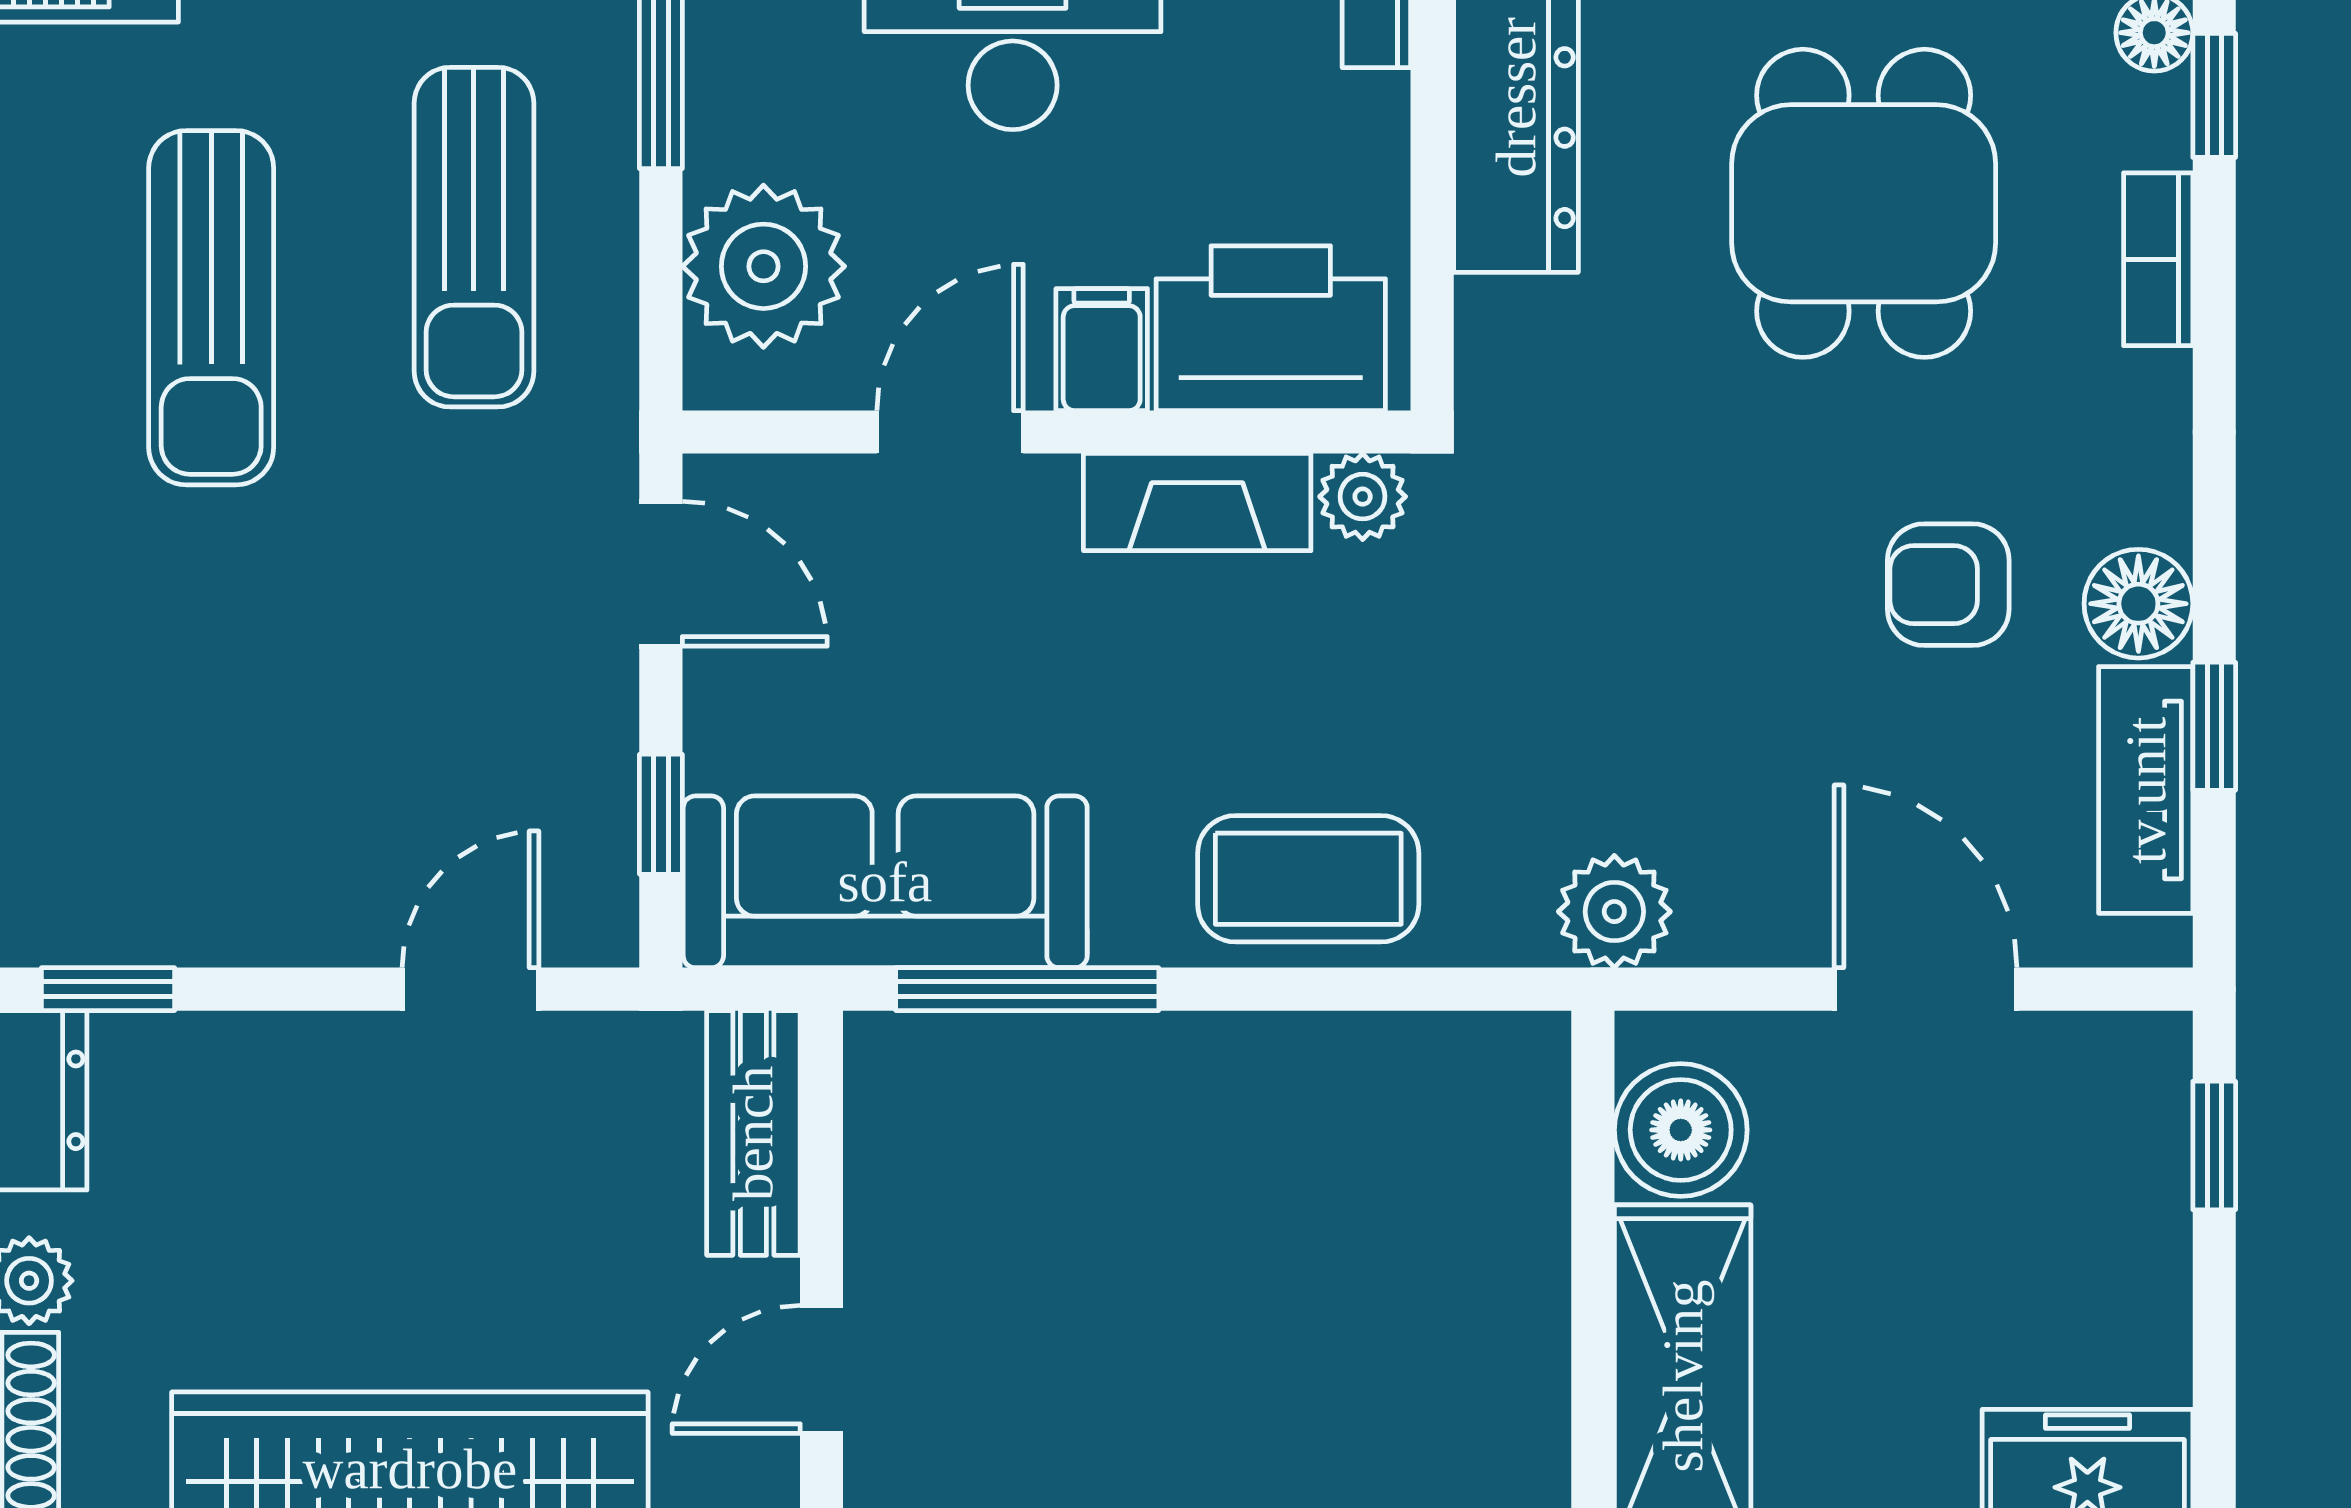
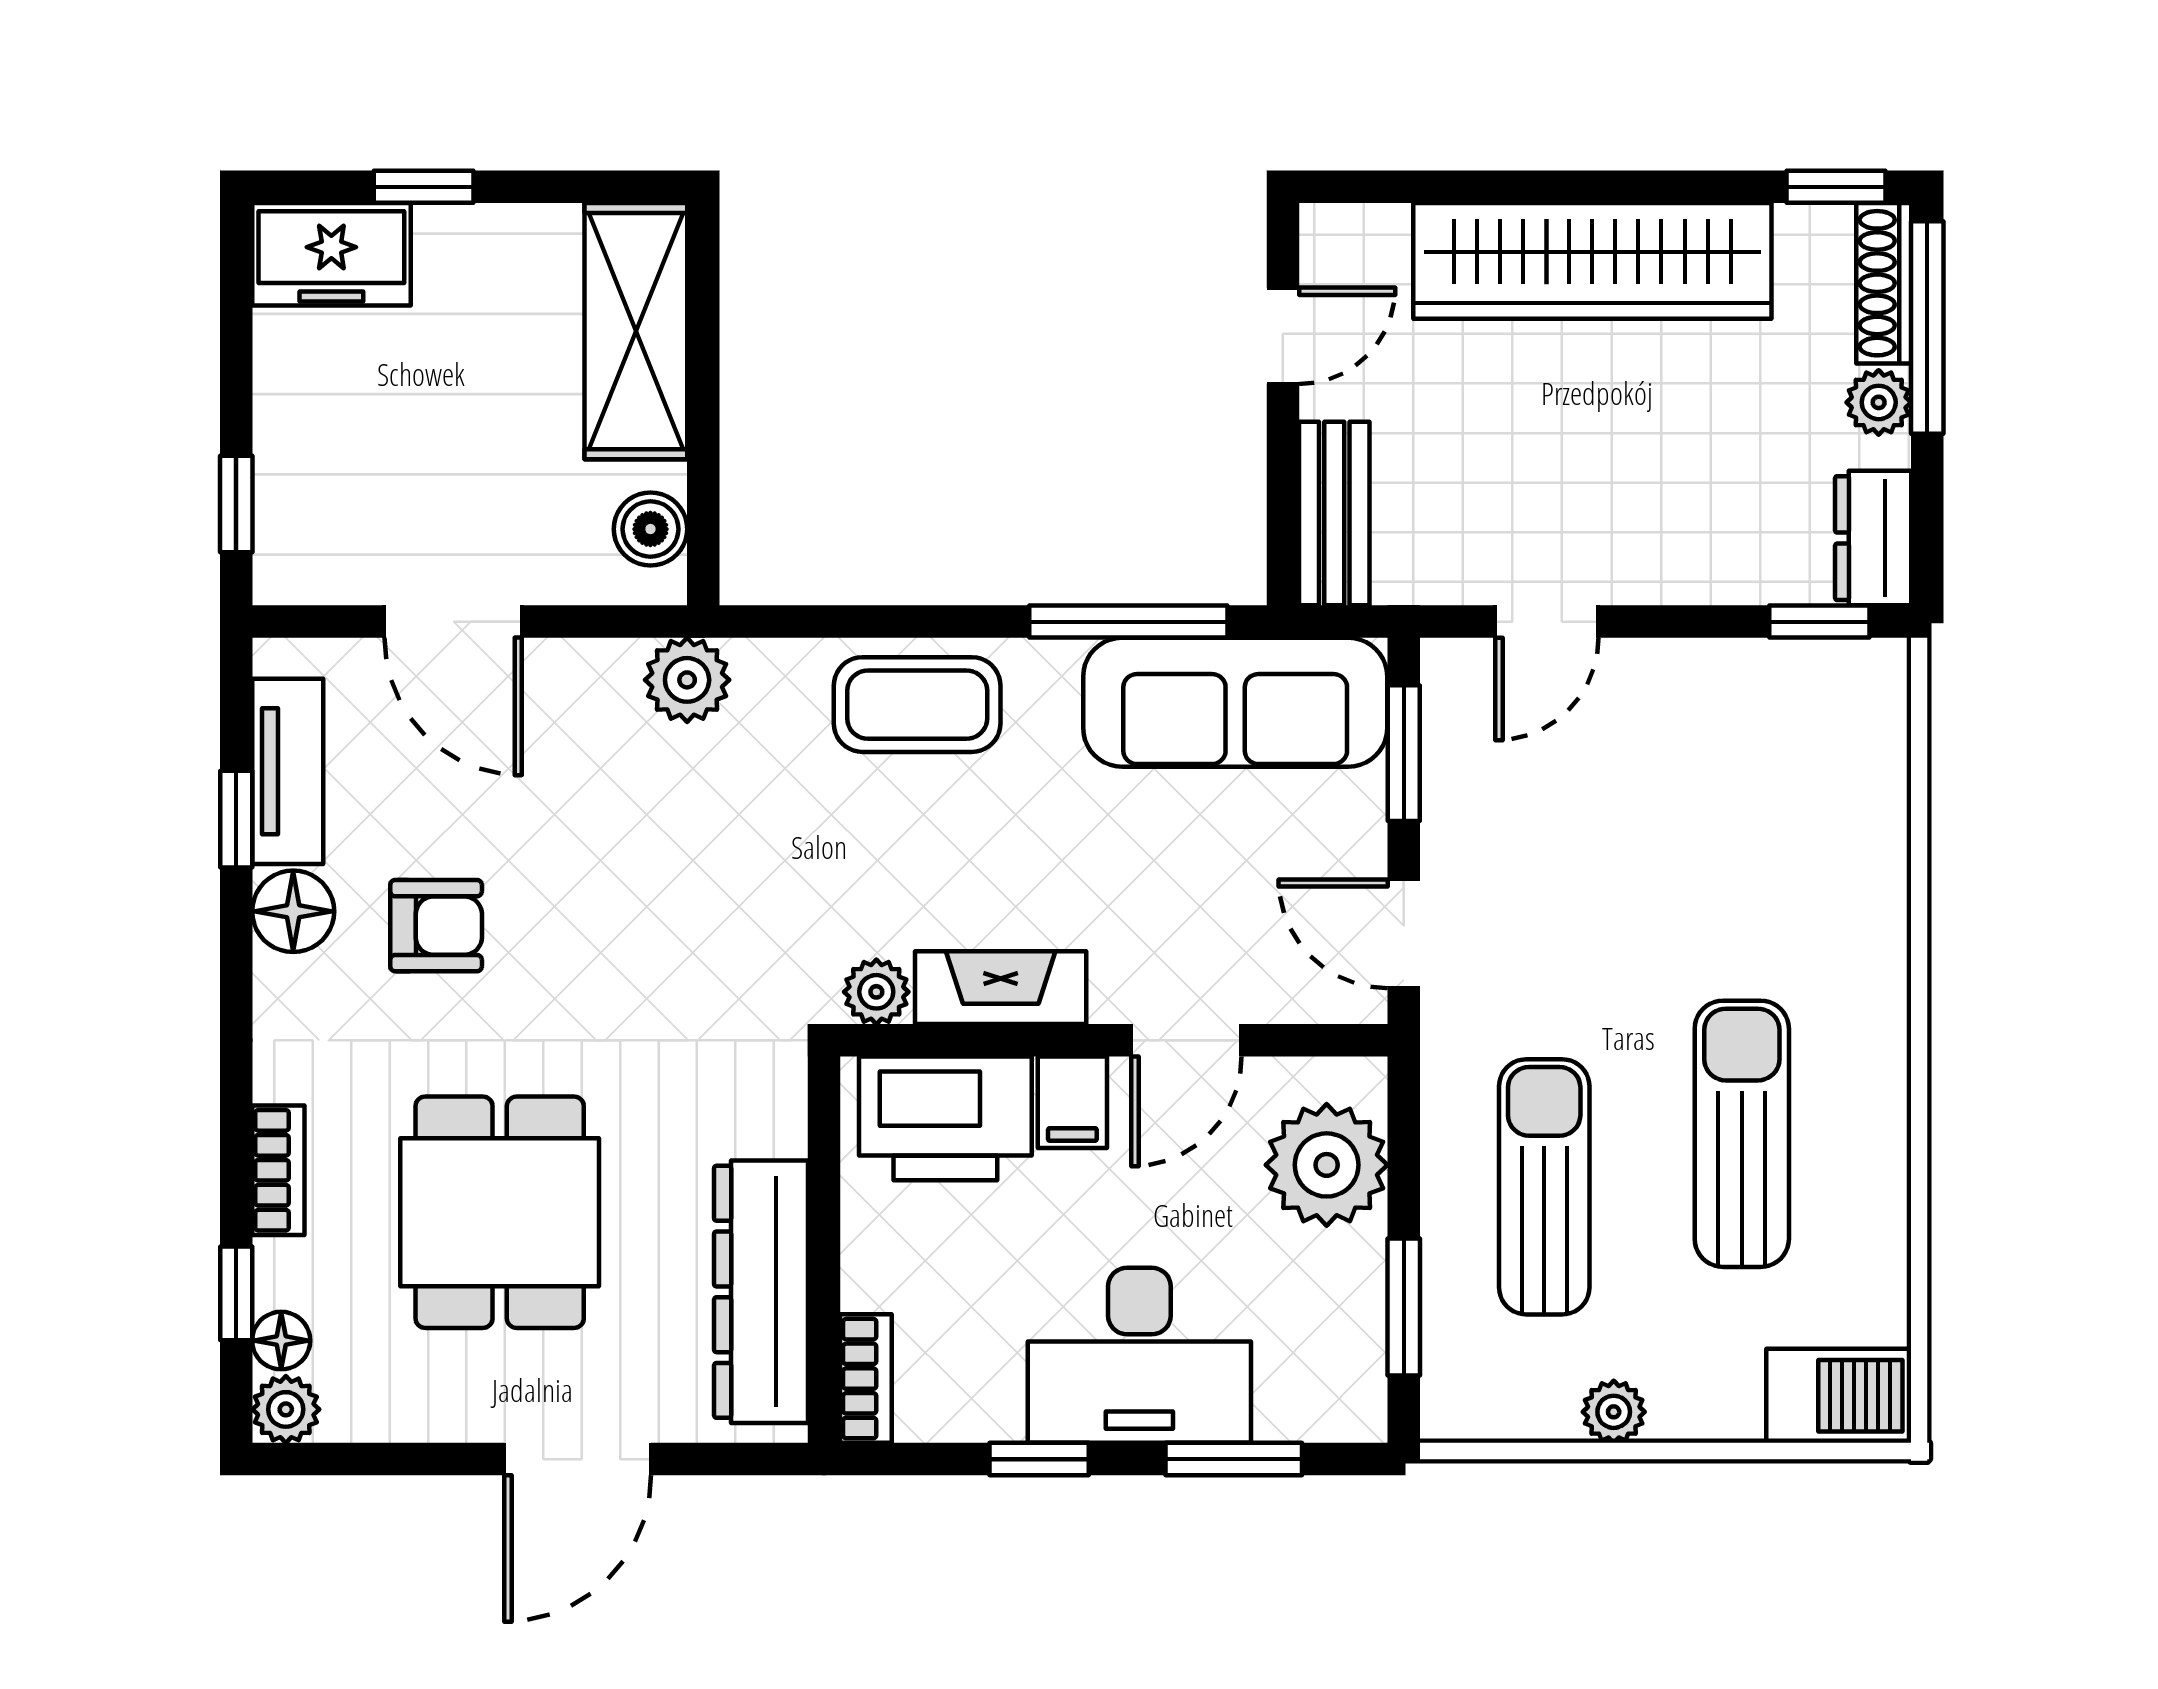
window: (661, 814) -> (1404, 753), width x1.50
boiler: (1681, 1130) -> (650, 529), width x0.73, depth x0.73

